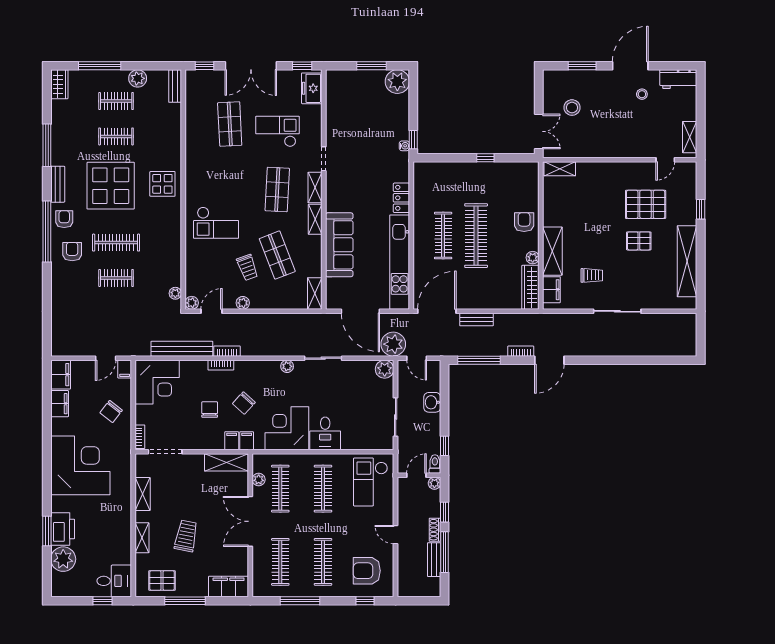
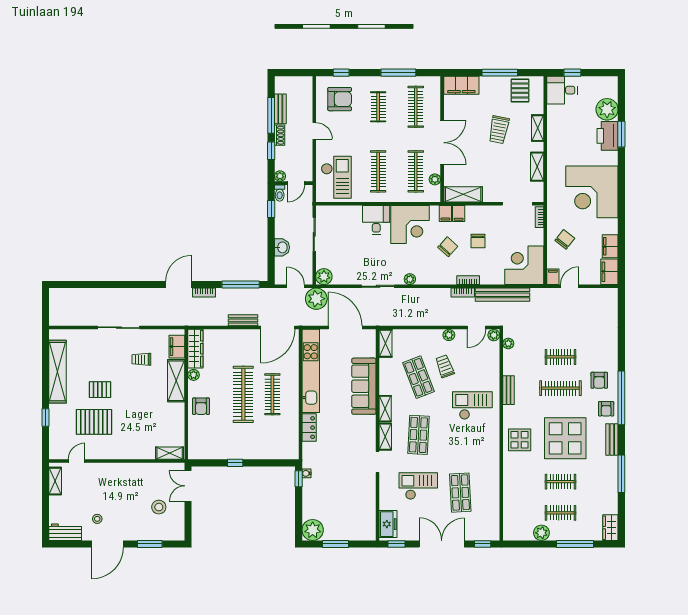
bench: (175, 86) -> (508, 390), moved
checkout: (278, 131) -> (418, 486), turned 180
clothes rail: (323, 562) -> (378, 107), width x0.73
pallet: (162, 580) -> (520, 90), turned 90

